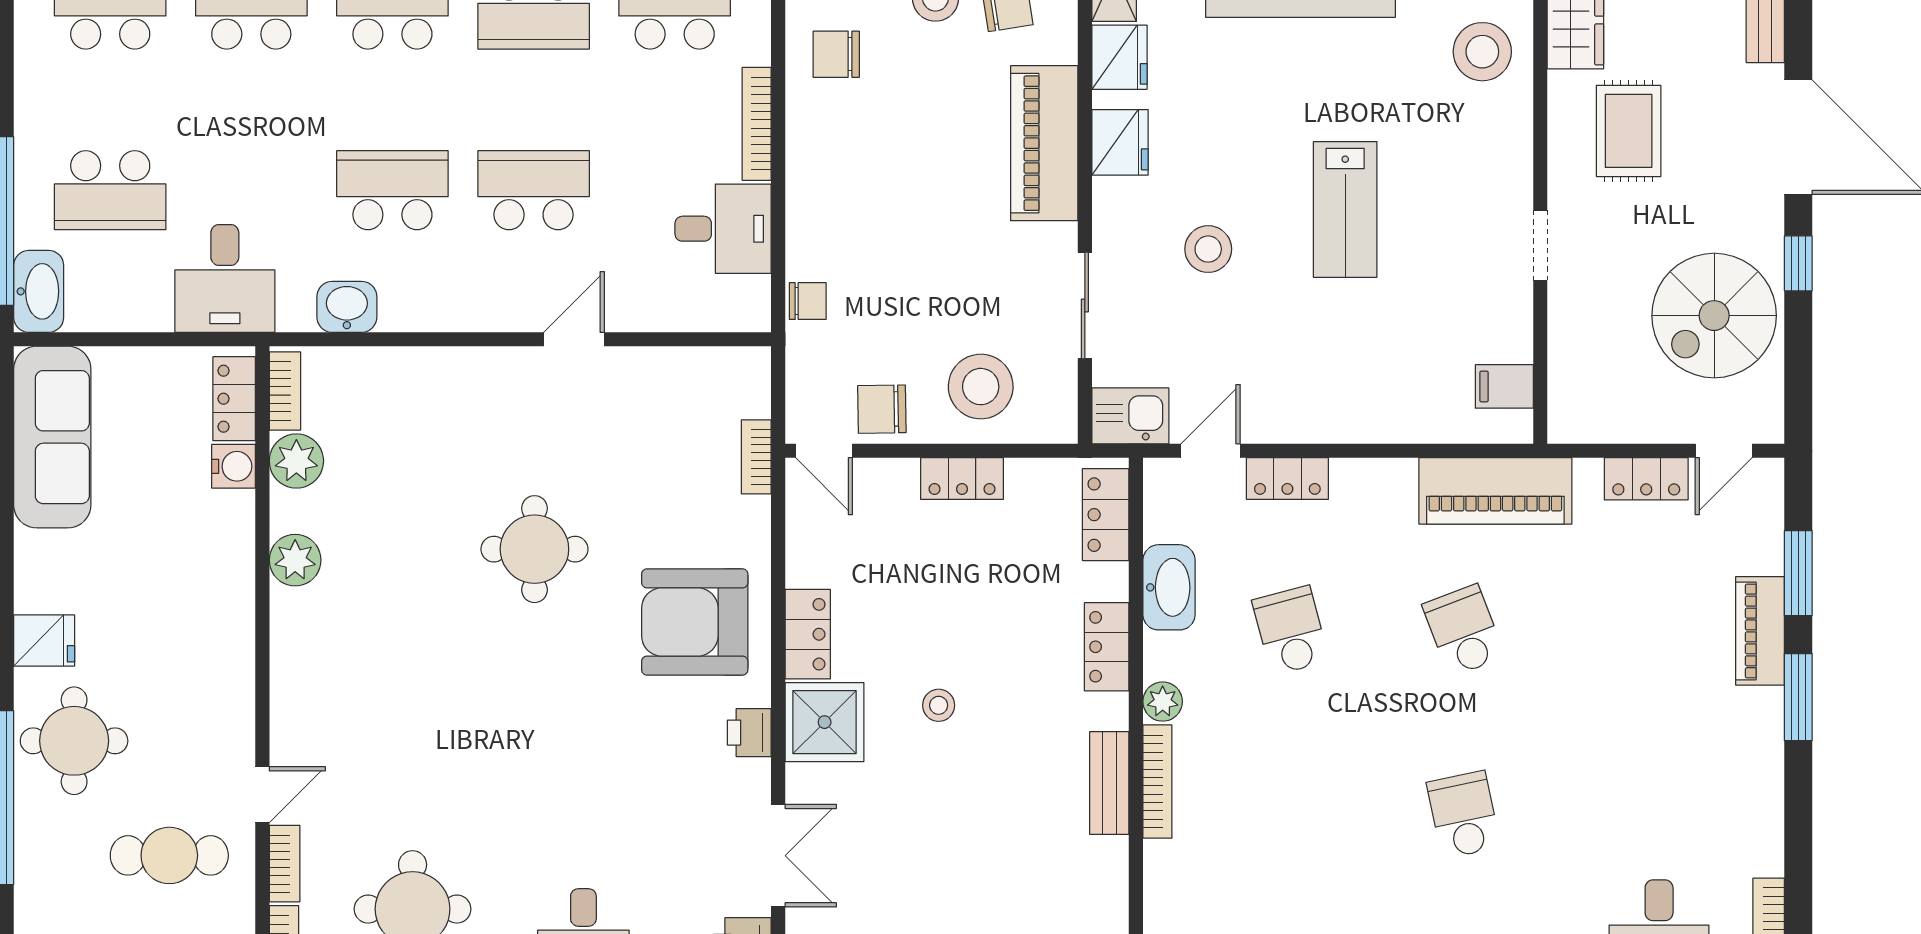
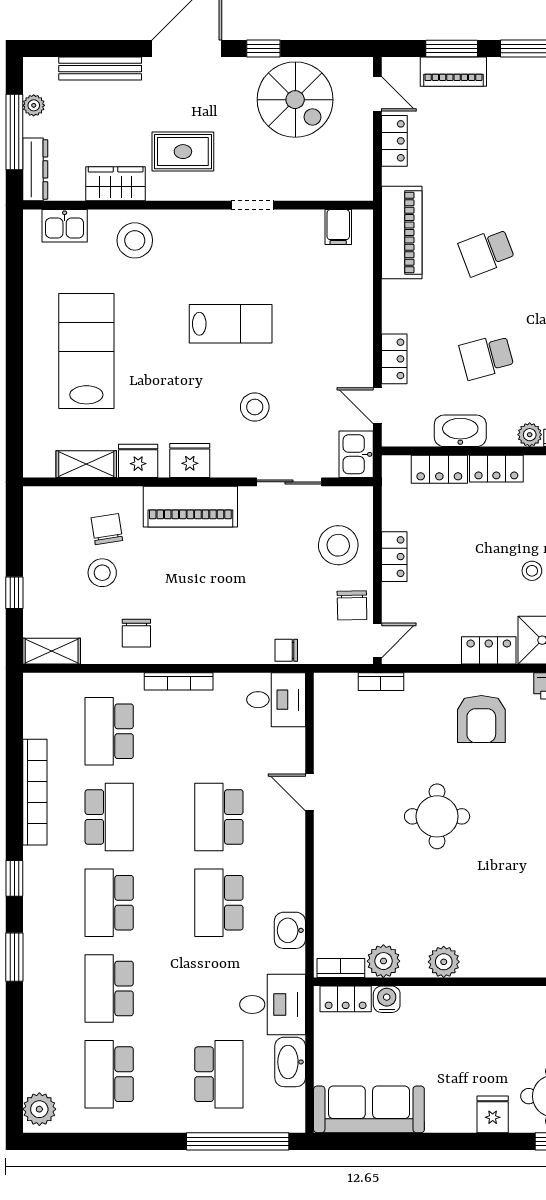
desk: (723, 229) -> (276, 700), moved, turned 90
washbasin: (39, 291) -> (290, 1062), moved, turned -90
chair: (808, 301) -> (286, 650), turned -90
locker: (1106, 515) -> (439, 469), moved
armchair: (695, 622) -> (481, 719), width x0.73, depth x0.73
piano: (1760, 631) -> (453, 72), moved

